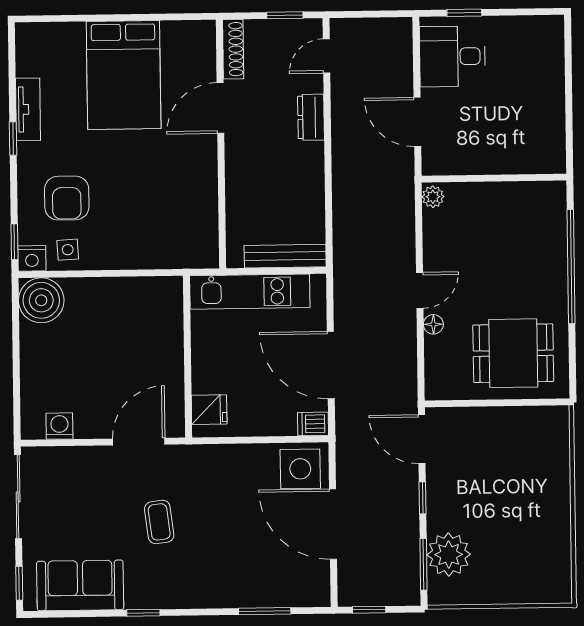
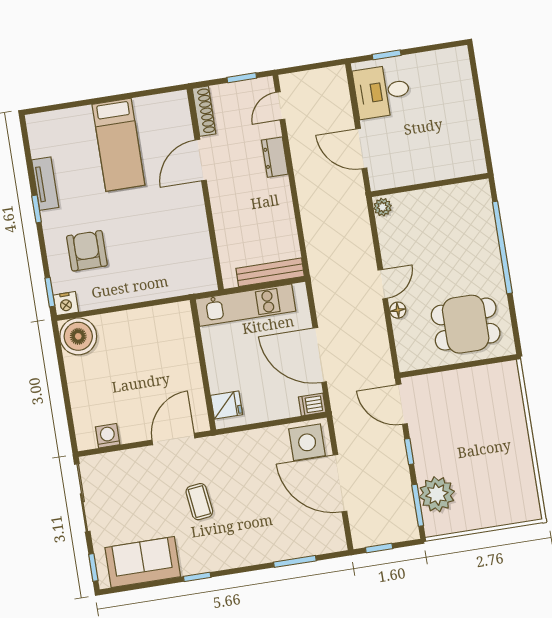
bed: (124, 75) -> (118, 145), width x0.67
armchair: (67, 198) -> (87, 251), turned 180
side table: (68, 250) -> (94, 292), removed

